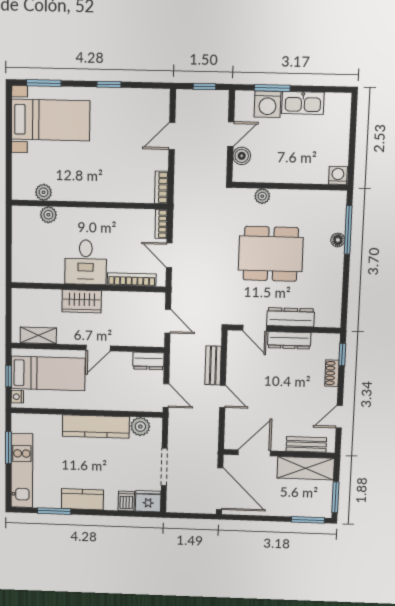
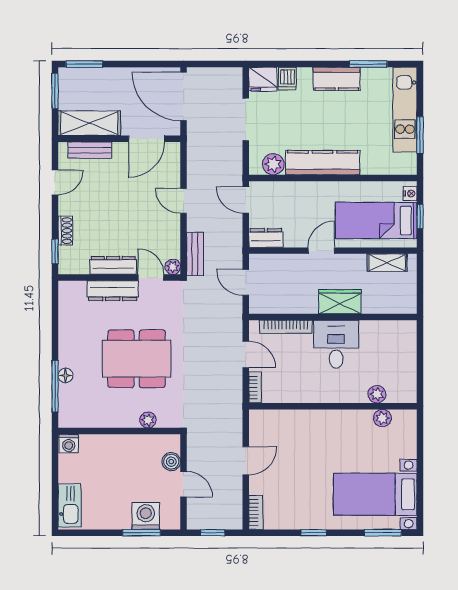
kitchen sink: (303, 103) -> (70, 505), moved, turned 90
door: (231, 134) -> (184, 484), swing flipped
door: (172, 136) -> (246, 461), moved
bookcase: (161, 187) -> (256, 512), moved
plant: (234, 337) -> (173, 267), added
bench: (213, 365) -> (195, 254), moved

